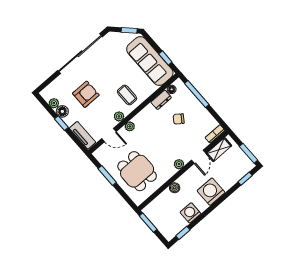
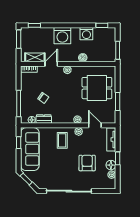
armchair: (86, 94) -> (87, 163), turned 90
dining table: (137, 171) -> (97, 88), turned 90

